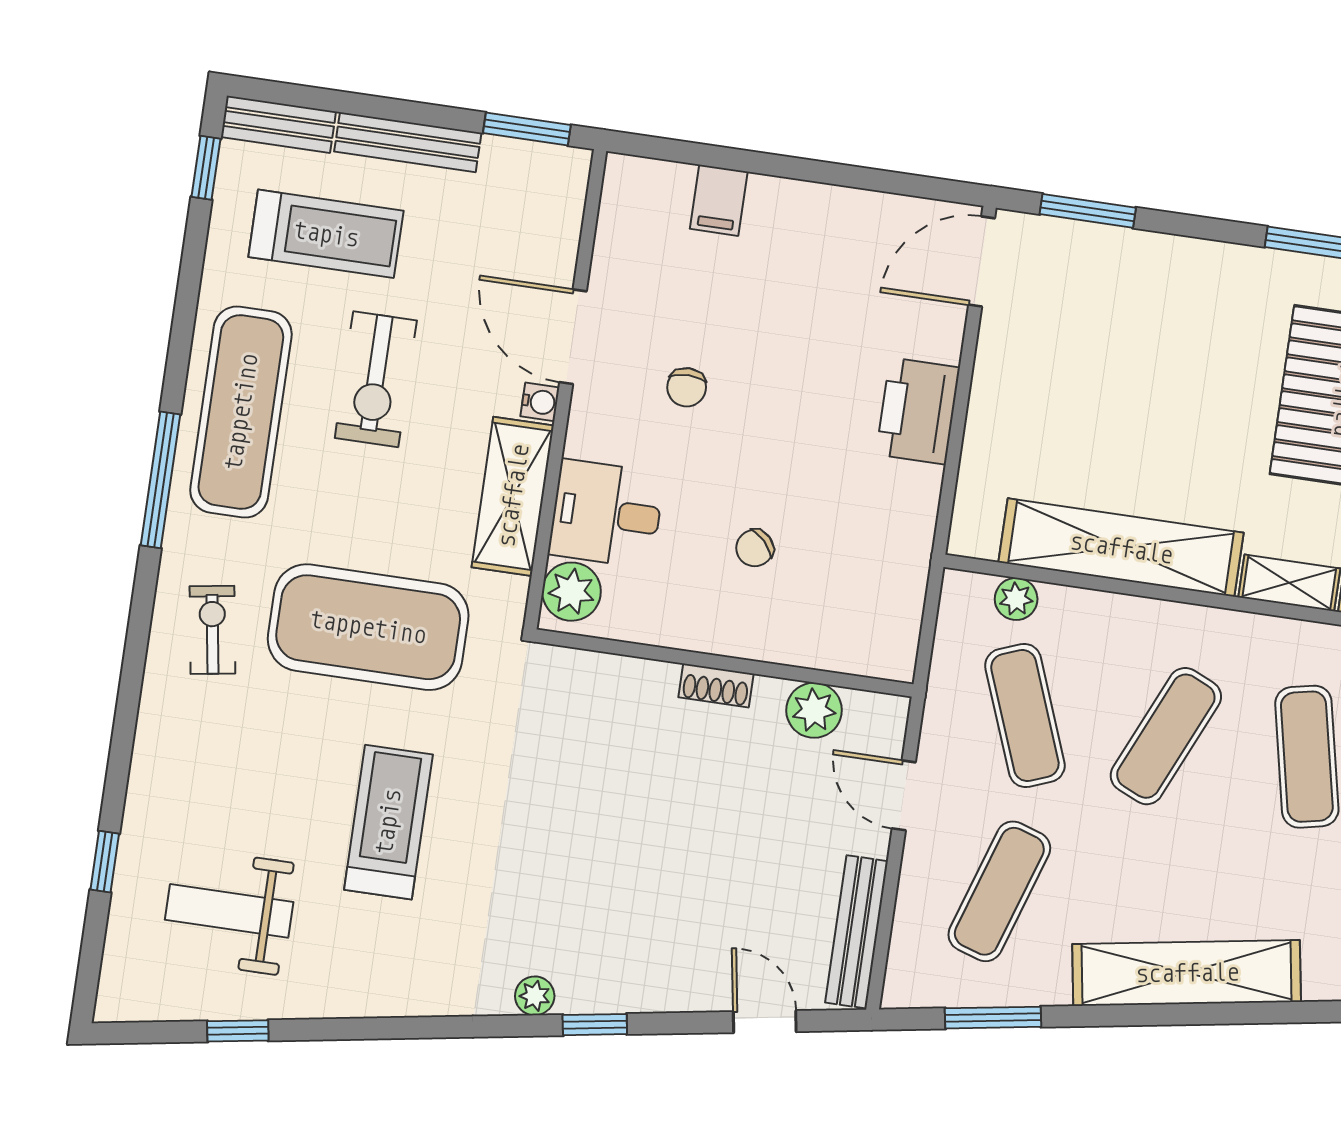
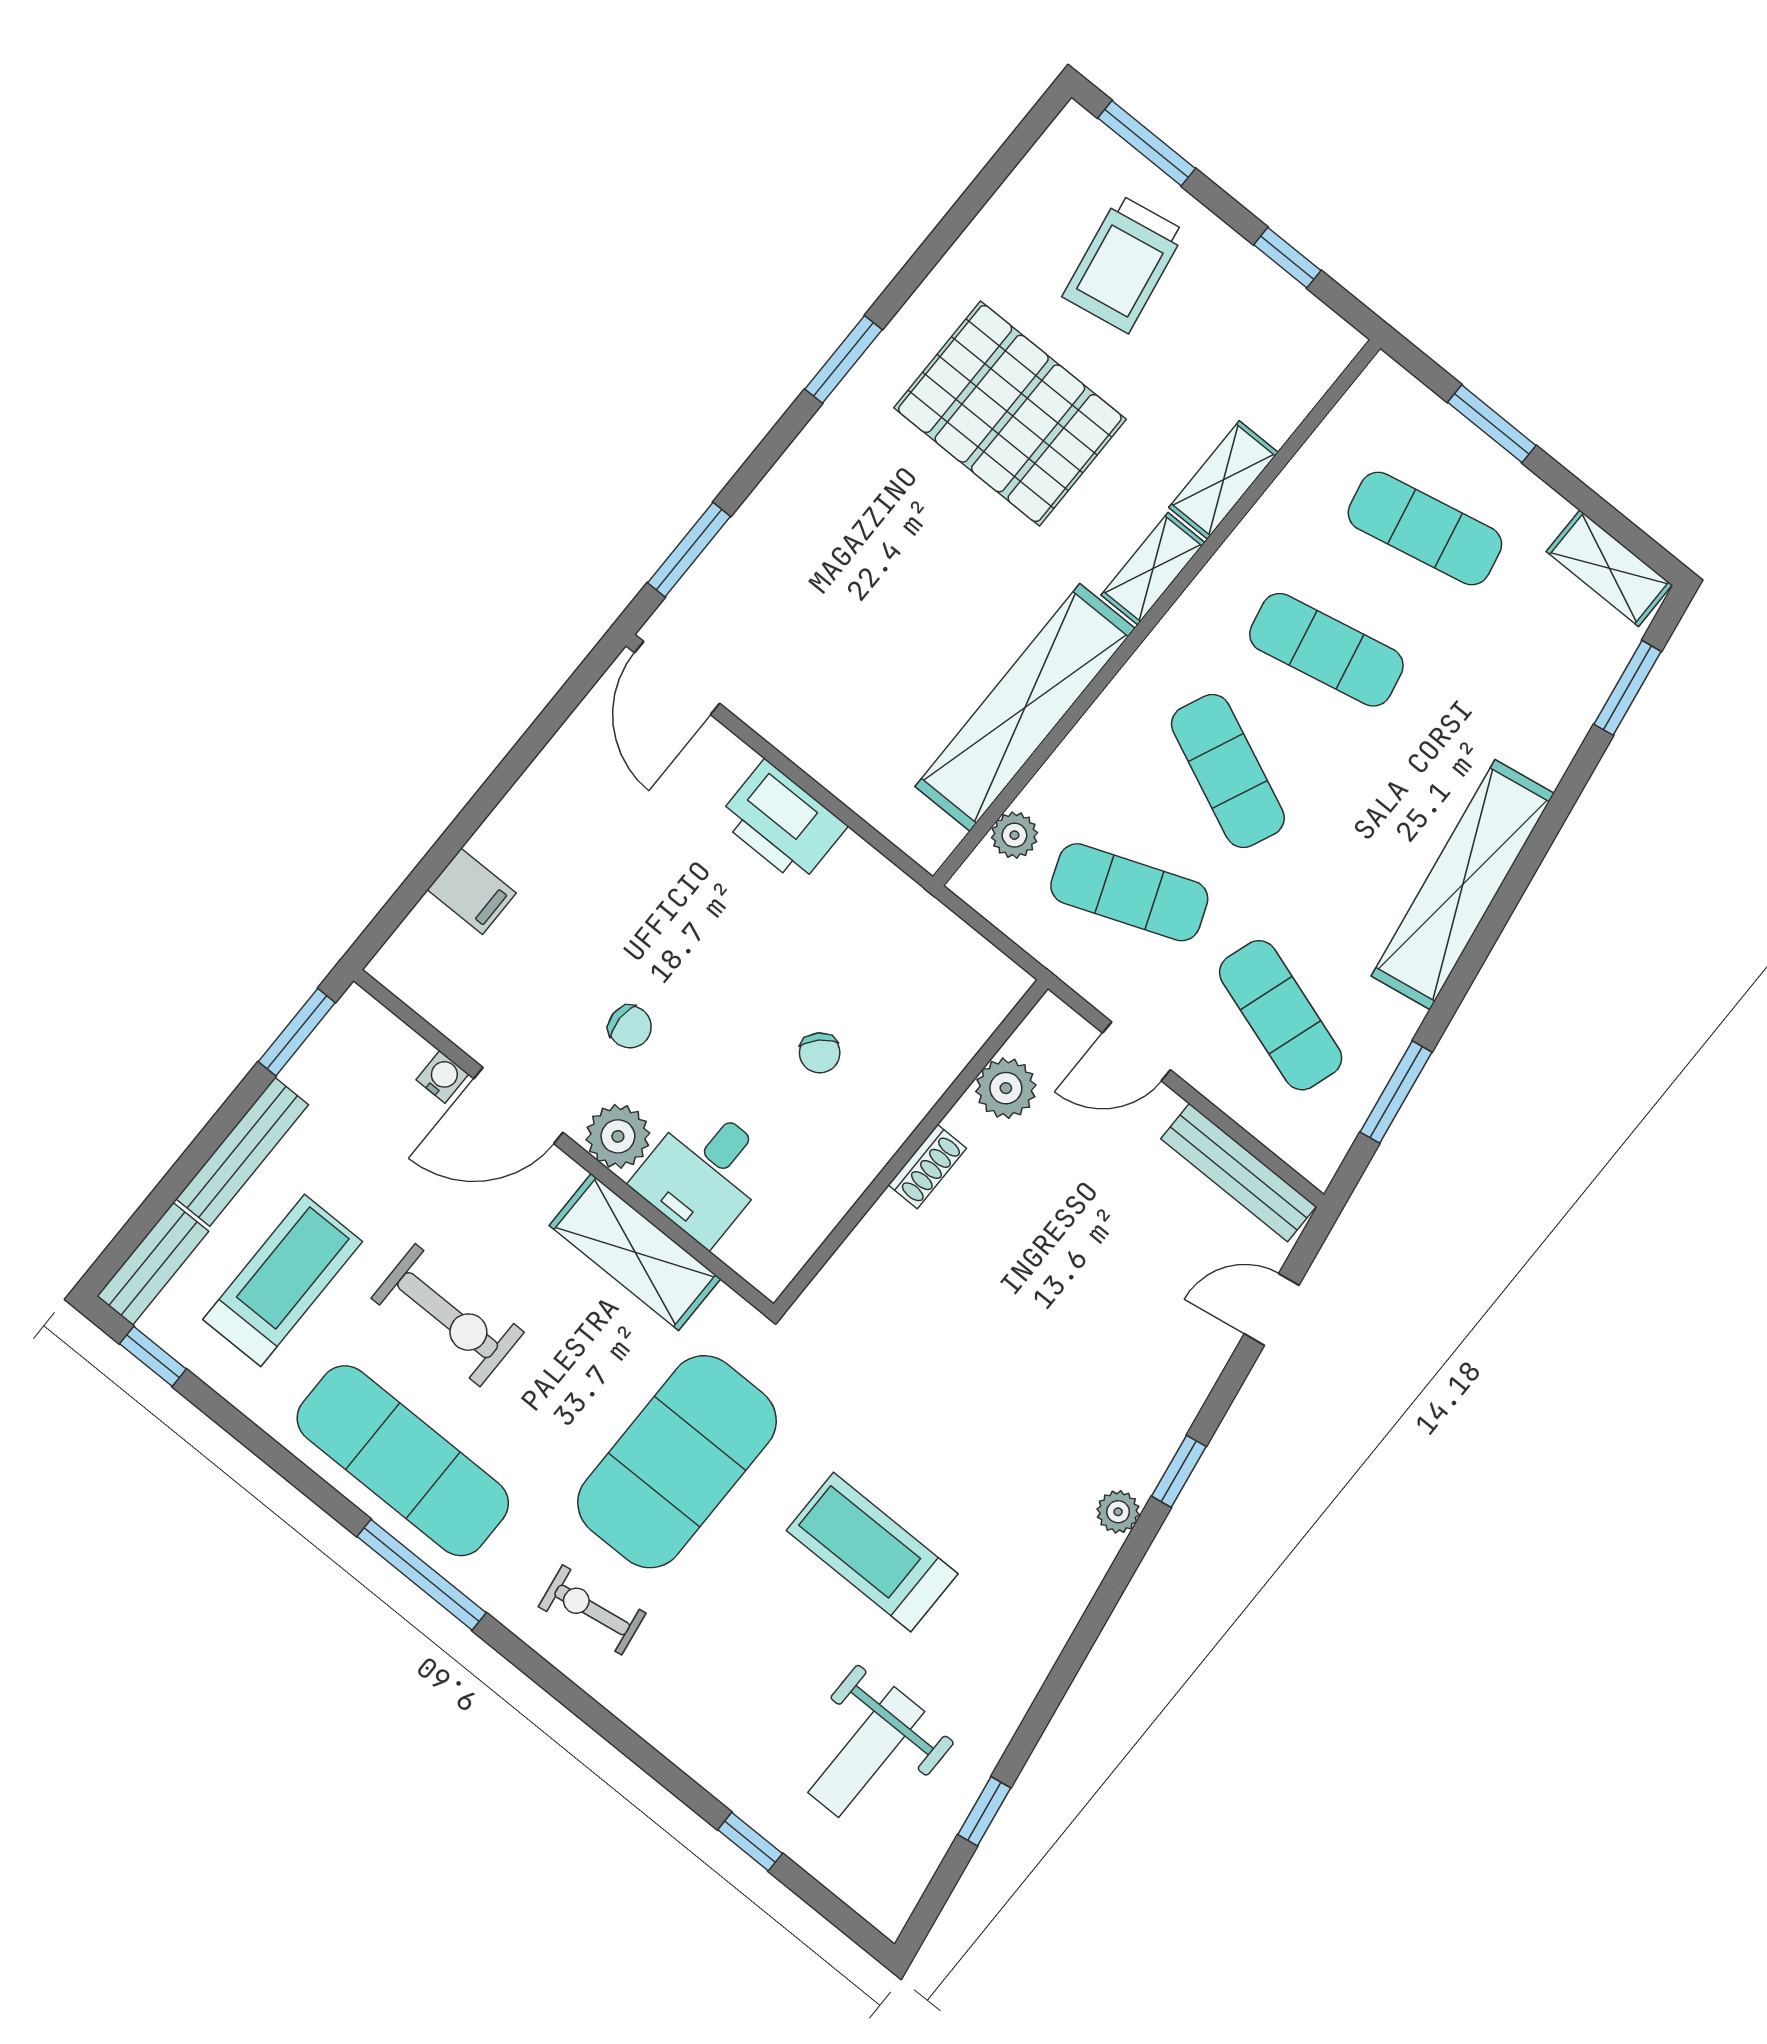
water cooler: (540, 402) -> (442, 1077), moved
plant: (571, 592) -> (618, 1136), moved

